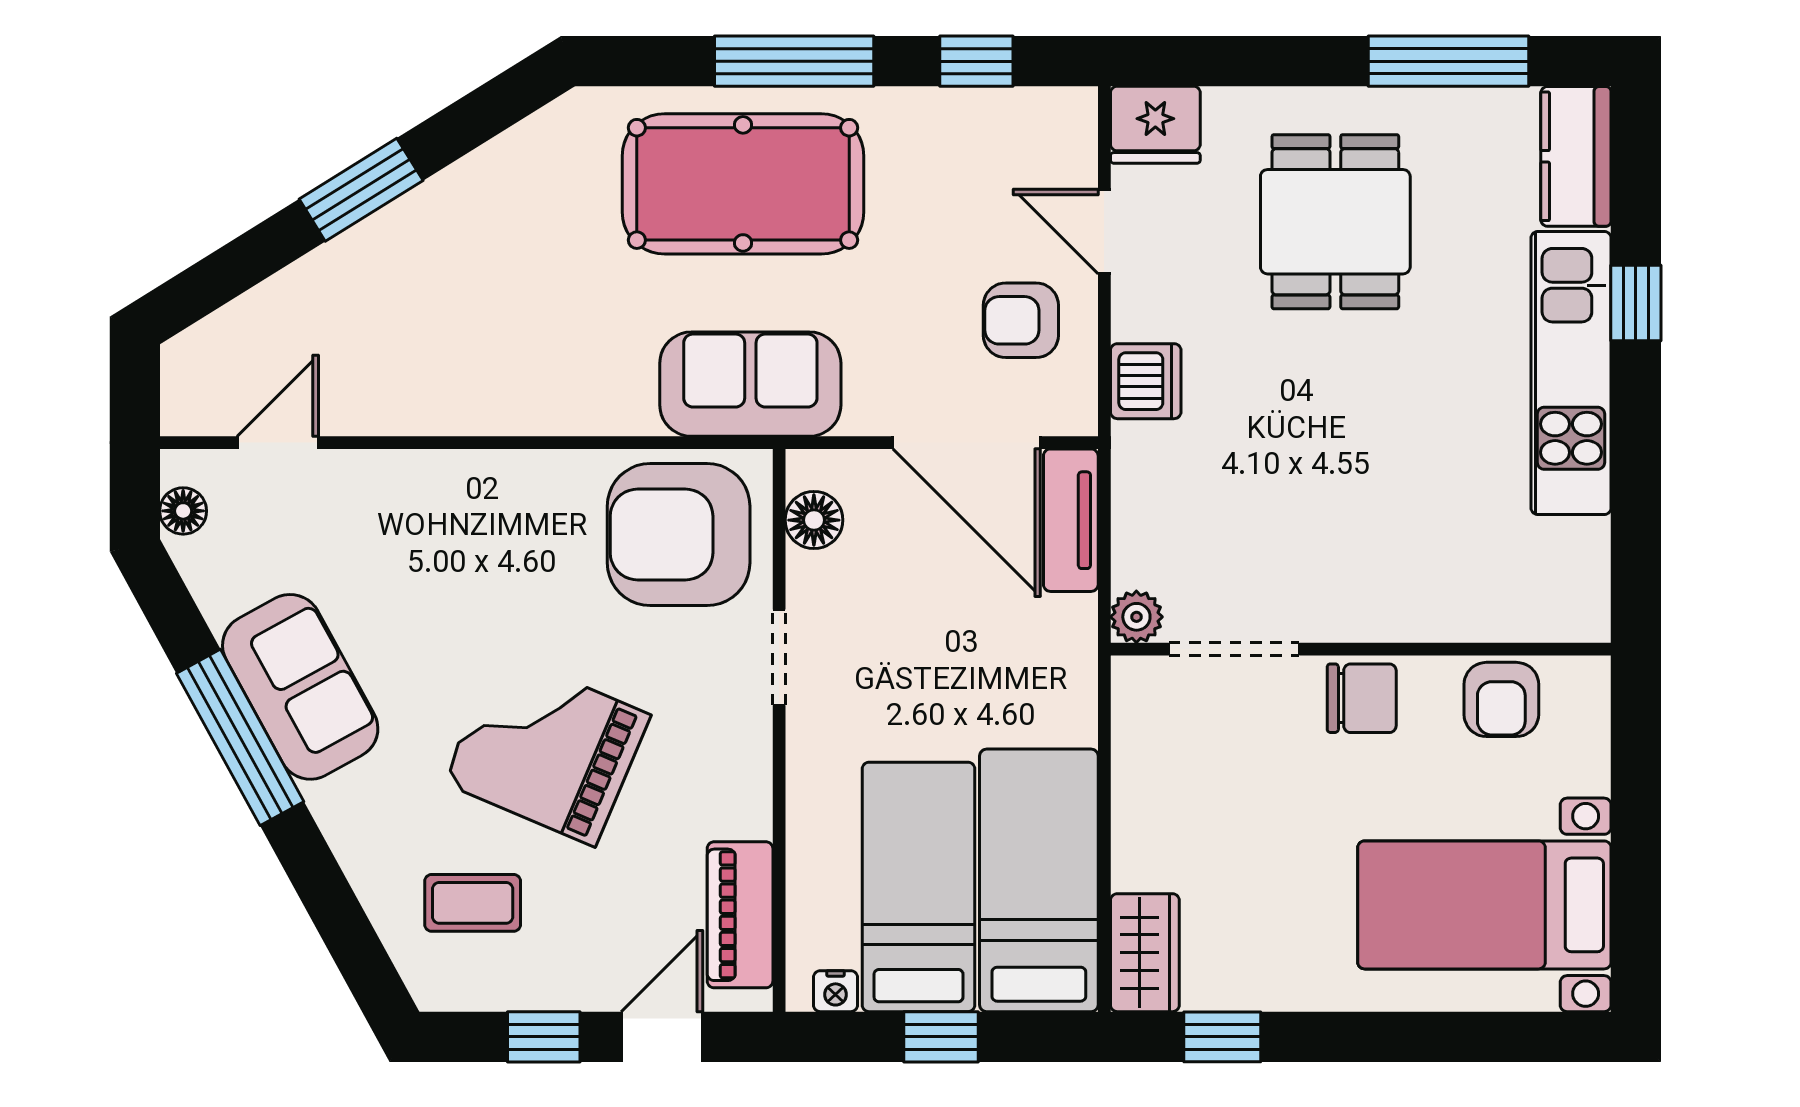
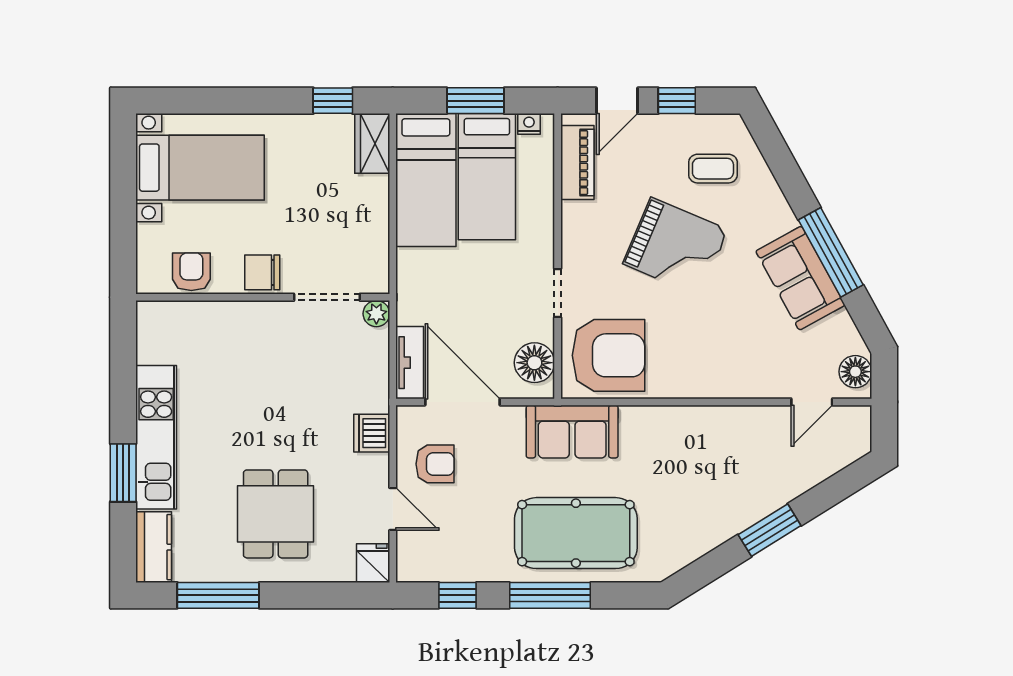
fridge: (1155, 125) -> (373, 563), width x0.72
window: (1636, 303) -> (123, 473), width x1.50
floor lamp: (183, 511) -> (855, 372), width x1.37, depth x1.37
floor lamp: (814, 520) -> (534, 363), width x1.38, depth x1.38
window: (941, 1037) -> (476, 101), width x1.50

